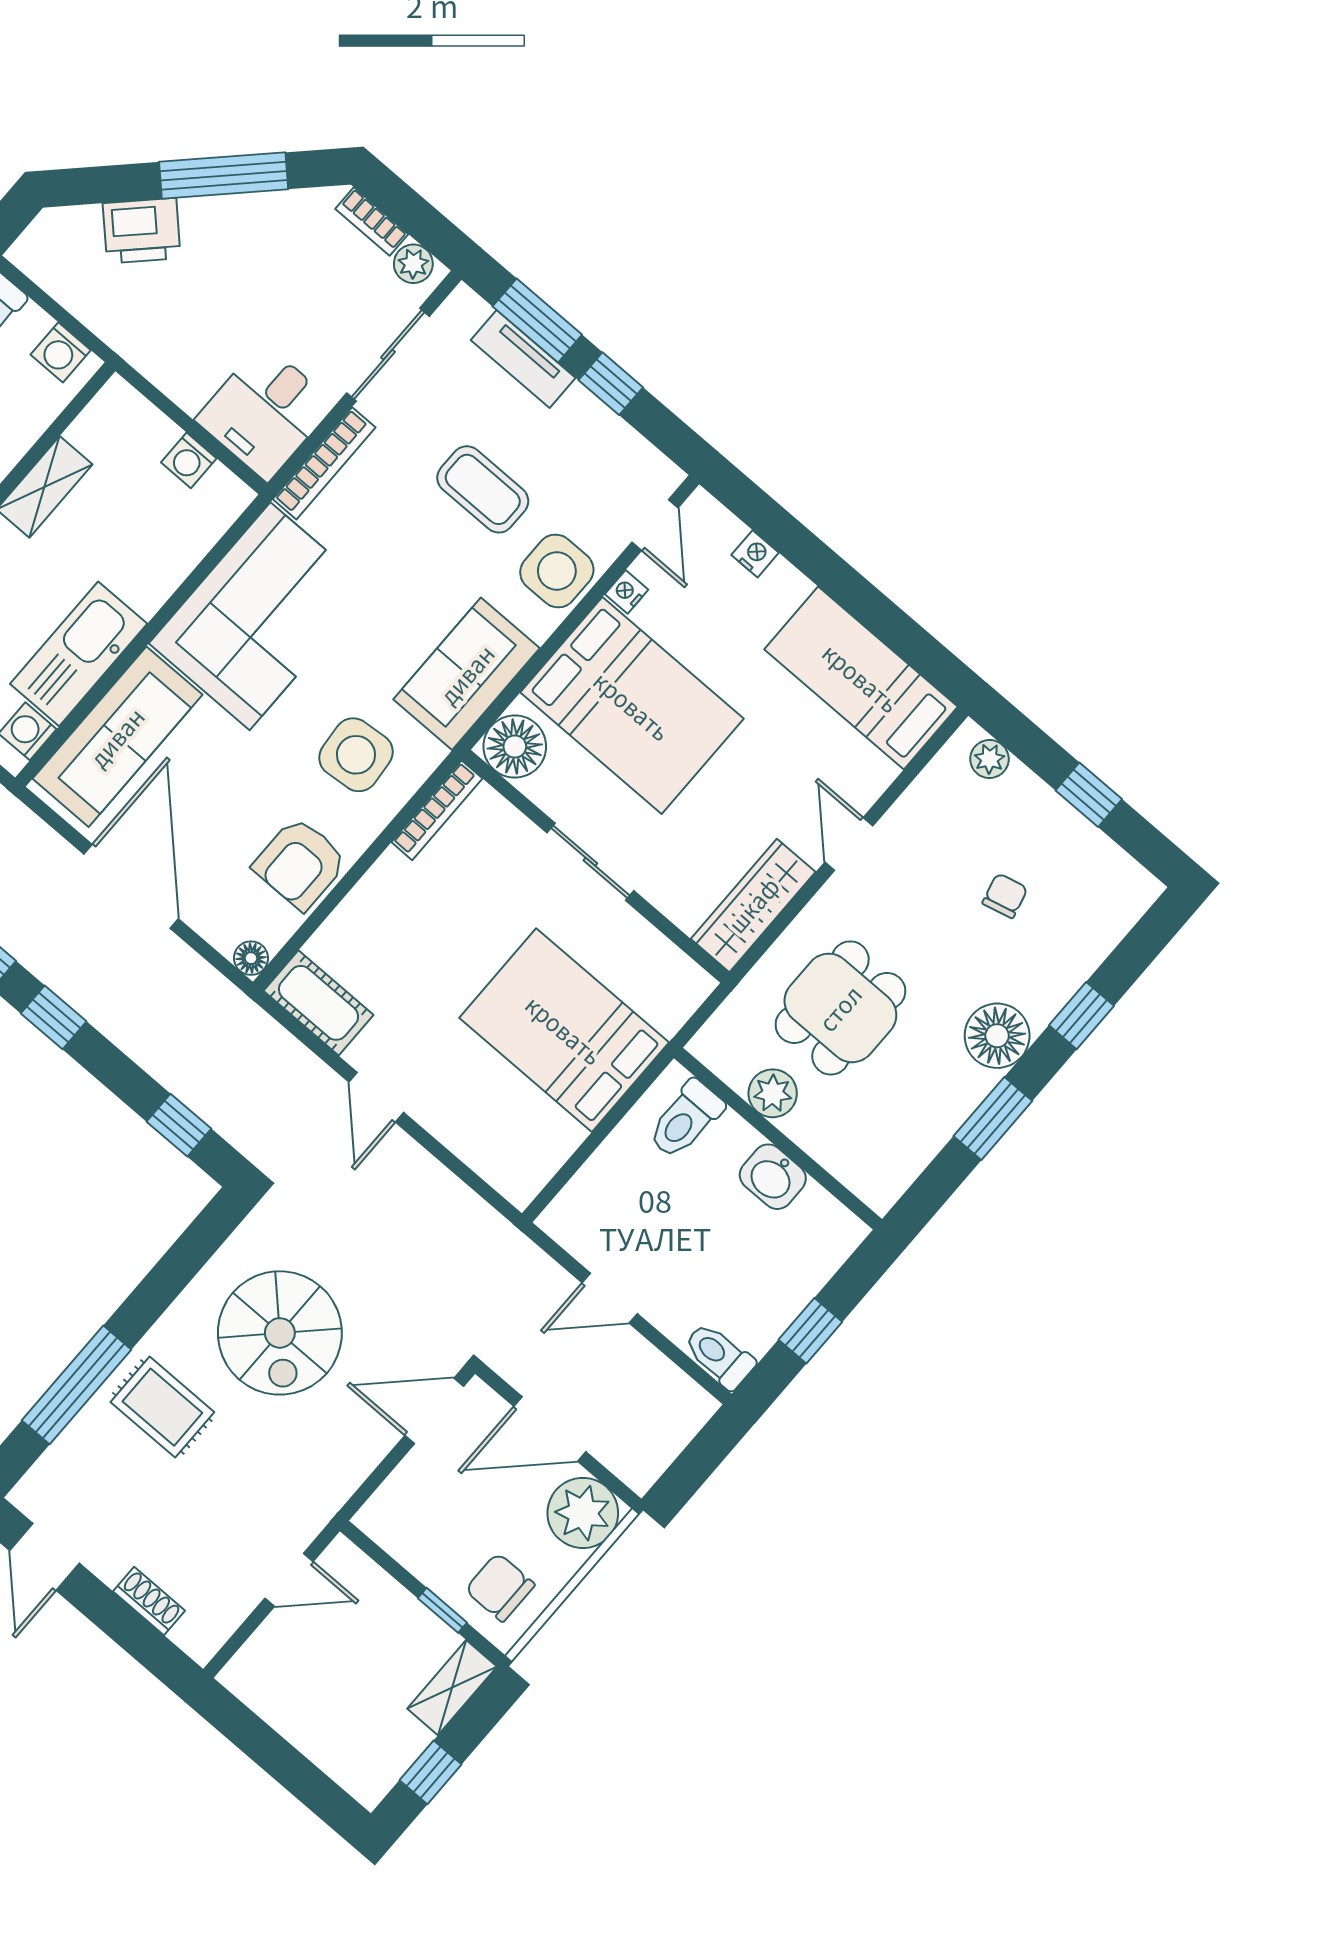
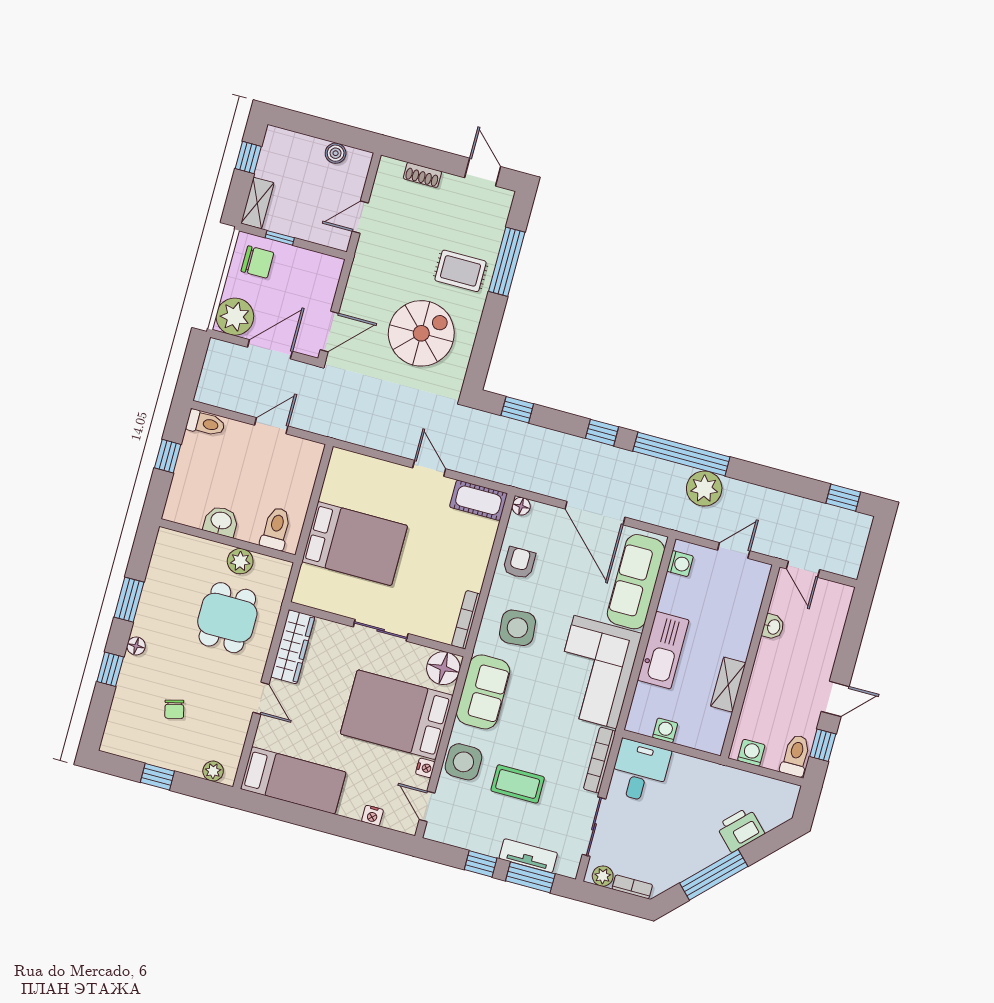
kitchen sink: (79, 654) -> (663, 650), moved
armchair: (300, 864) -> (519, 563), width x0.72, depth x0.72
floor lamp: (997, 1036) -> (136, 646), width x0.53, depth x0.53
spiral stairs: (280, 1333) -> (421, 333), turned 90
boiler: (279, 1709) -> (336, 153), added

